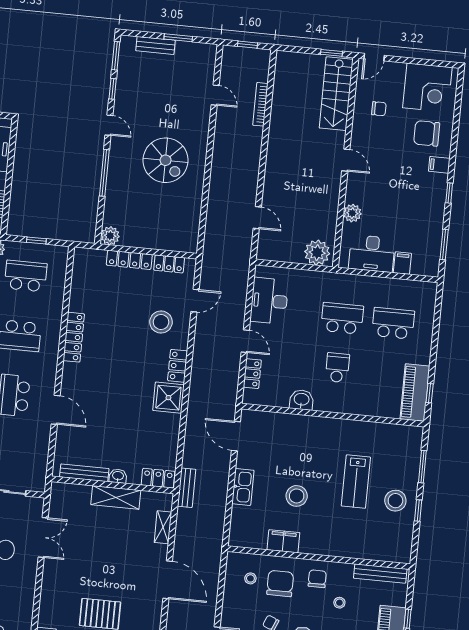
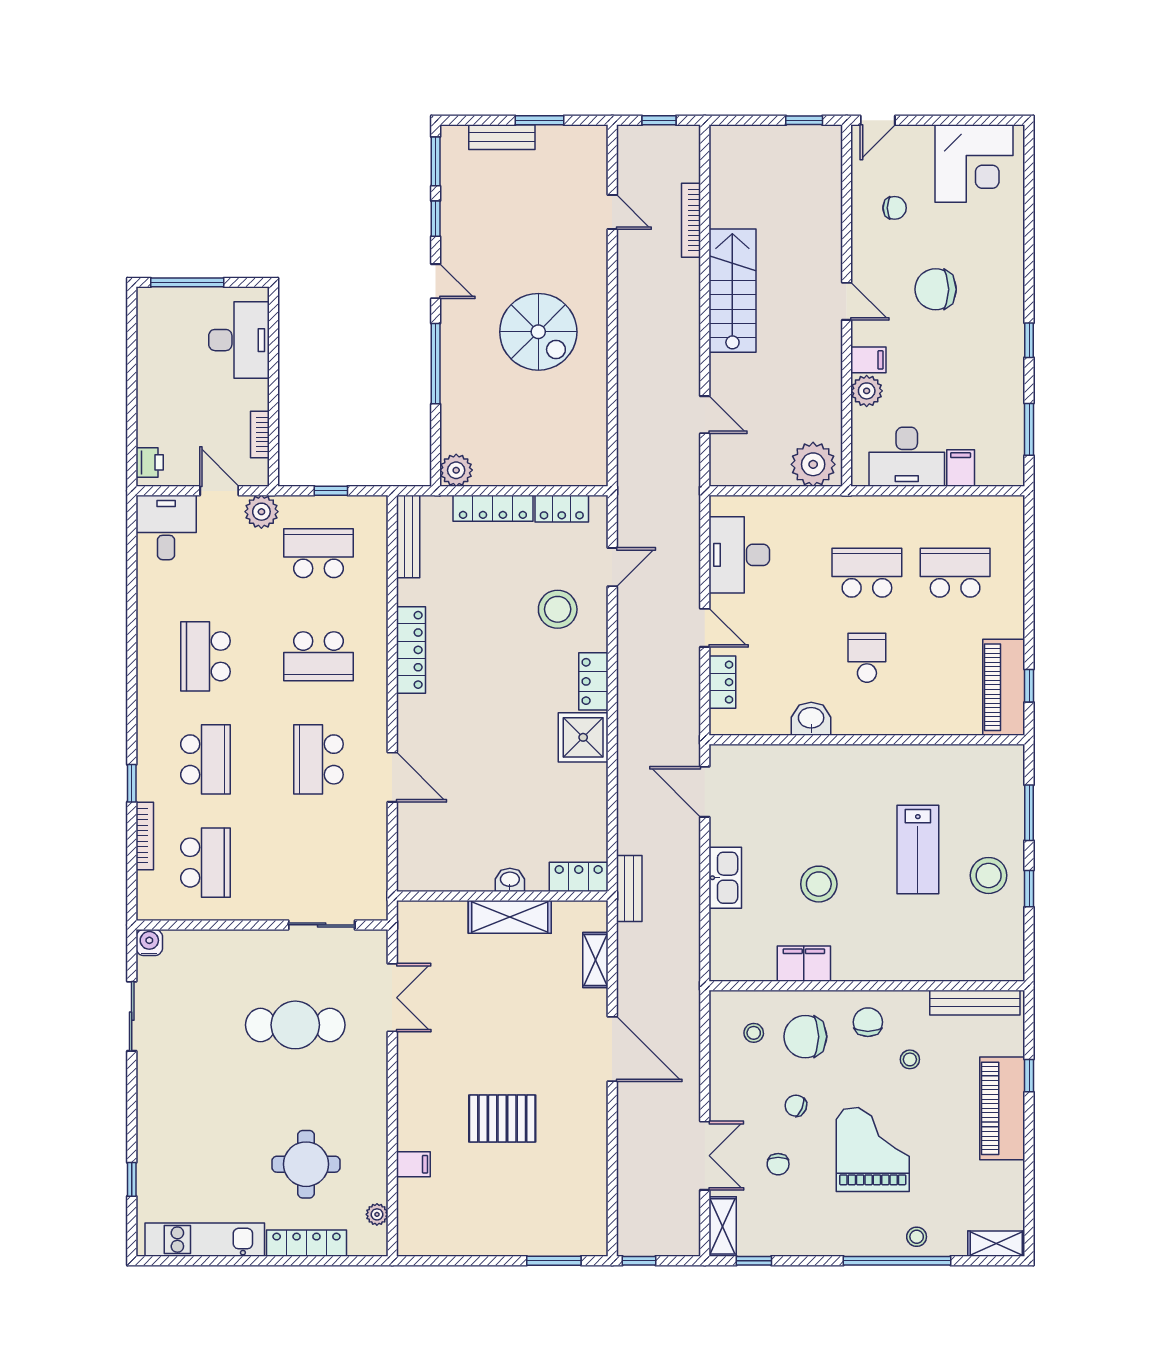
stairs: (336, 94) -> (732, 291), moved, turned 180
chair: (427, 133) -> (936, 289), moved
filing cabinet: (439, 165) -> (868, 360), moved, turned 180
bench: (84, 473) -> (408, 536), moved, turned 90
chair: (280, 584) -> (805, 1037), turned -90

